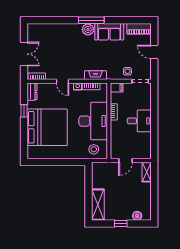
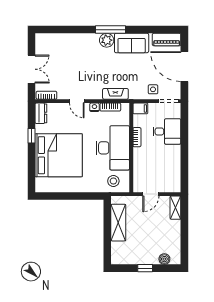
door: (154, 52) -> (184, 67), width x1.87
desk: (139, 121) -> (167, 131), moved
shelving: (98, 205) -> (118, 223), moved

